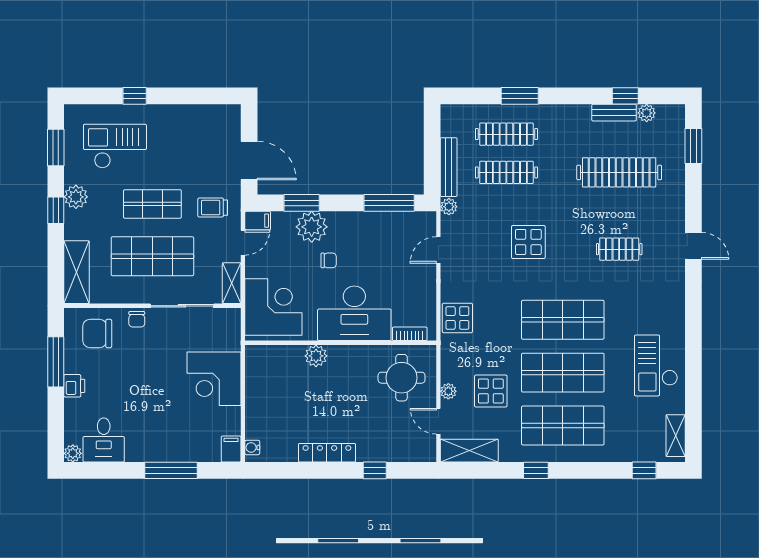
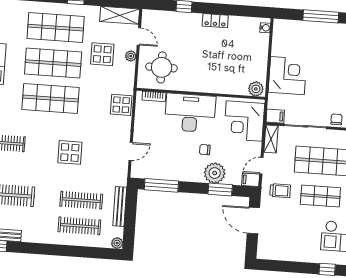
window: (520, 96) -> (69, 251), removed
plant: (449, 207) -> (117, 243), moved
plant: (316, 356) -> (256, 89), moved
filing cabinet: (231, 449) -> (275, 116), moved, turned -90
locker: (327, 453) -> (215, 21), width x0.66

